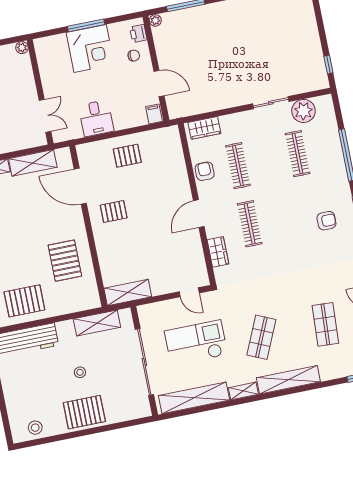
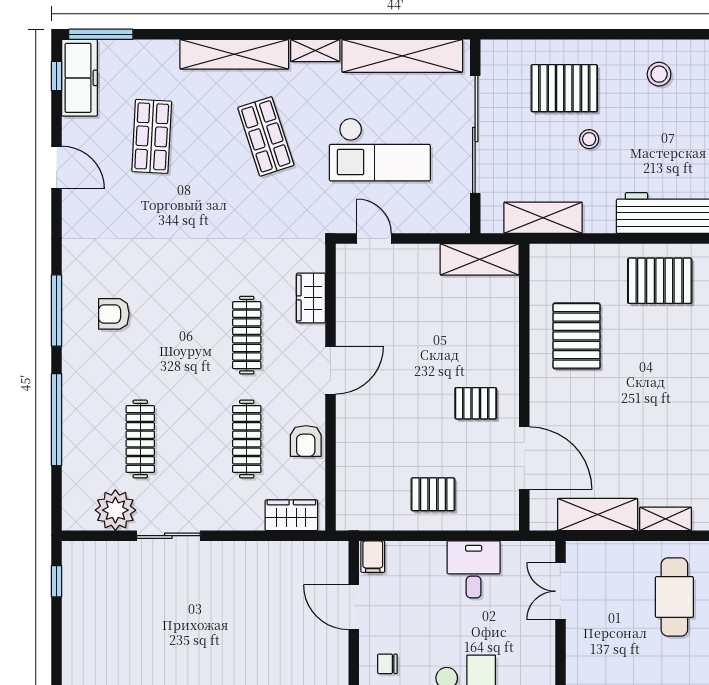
shop shelf: (261, 337) -> (266, 136), turned -42
pallet: (84, 412) -> (564, 88), moved
stool: (35, 428) -> (659, 74), moved

